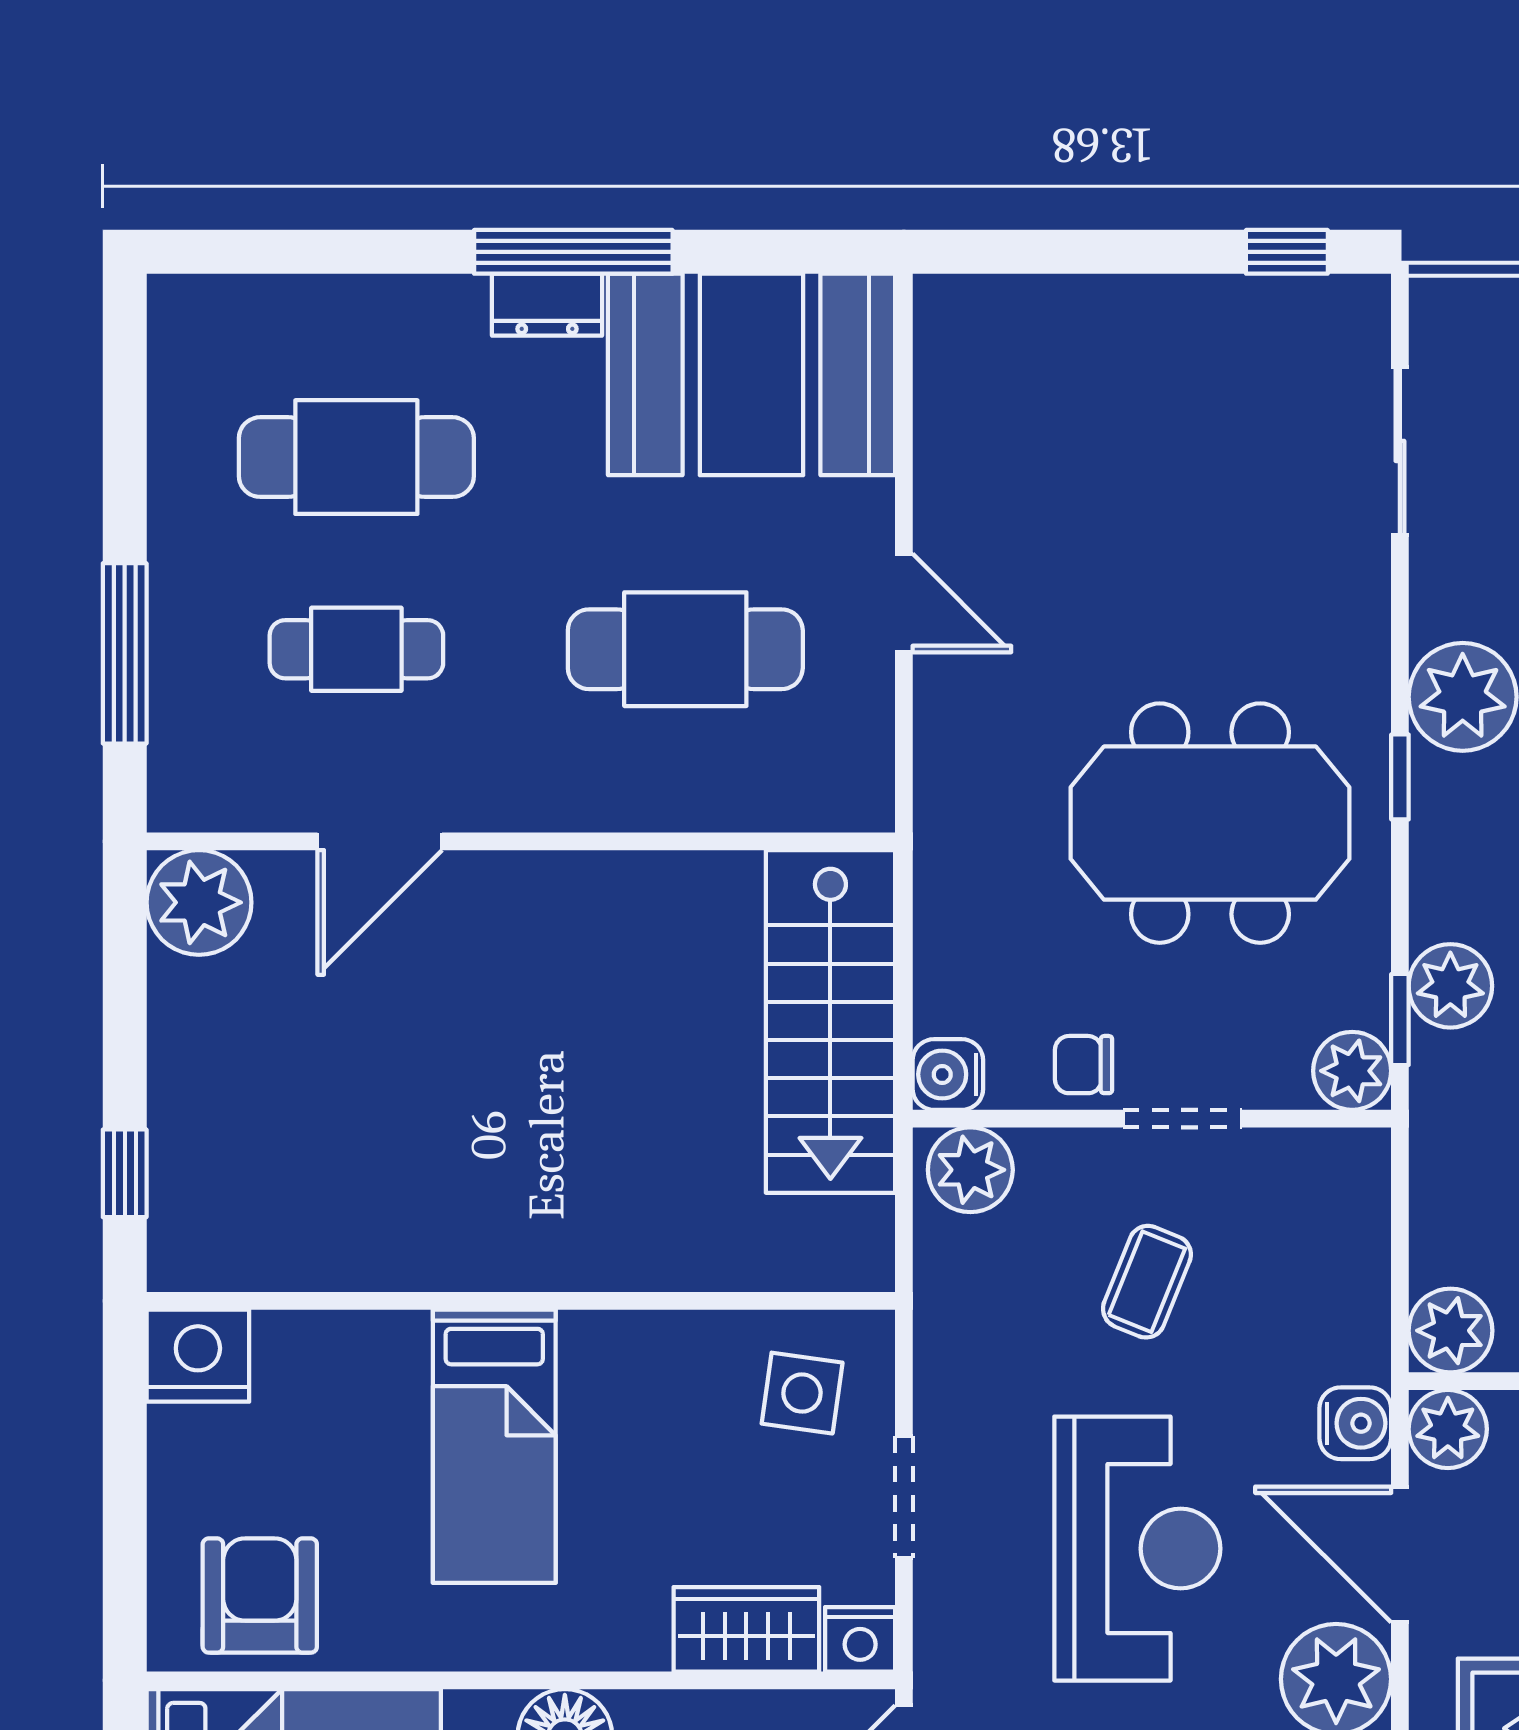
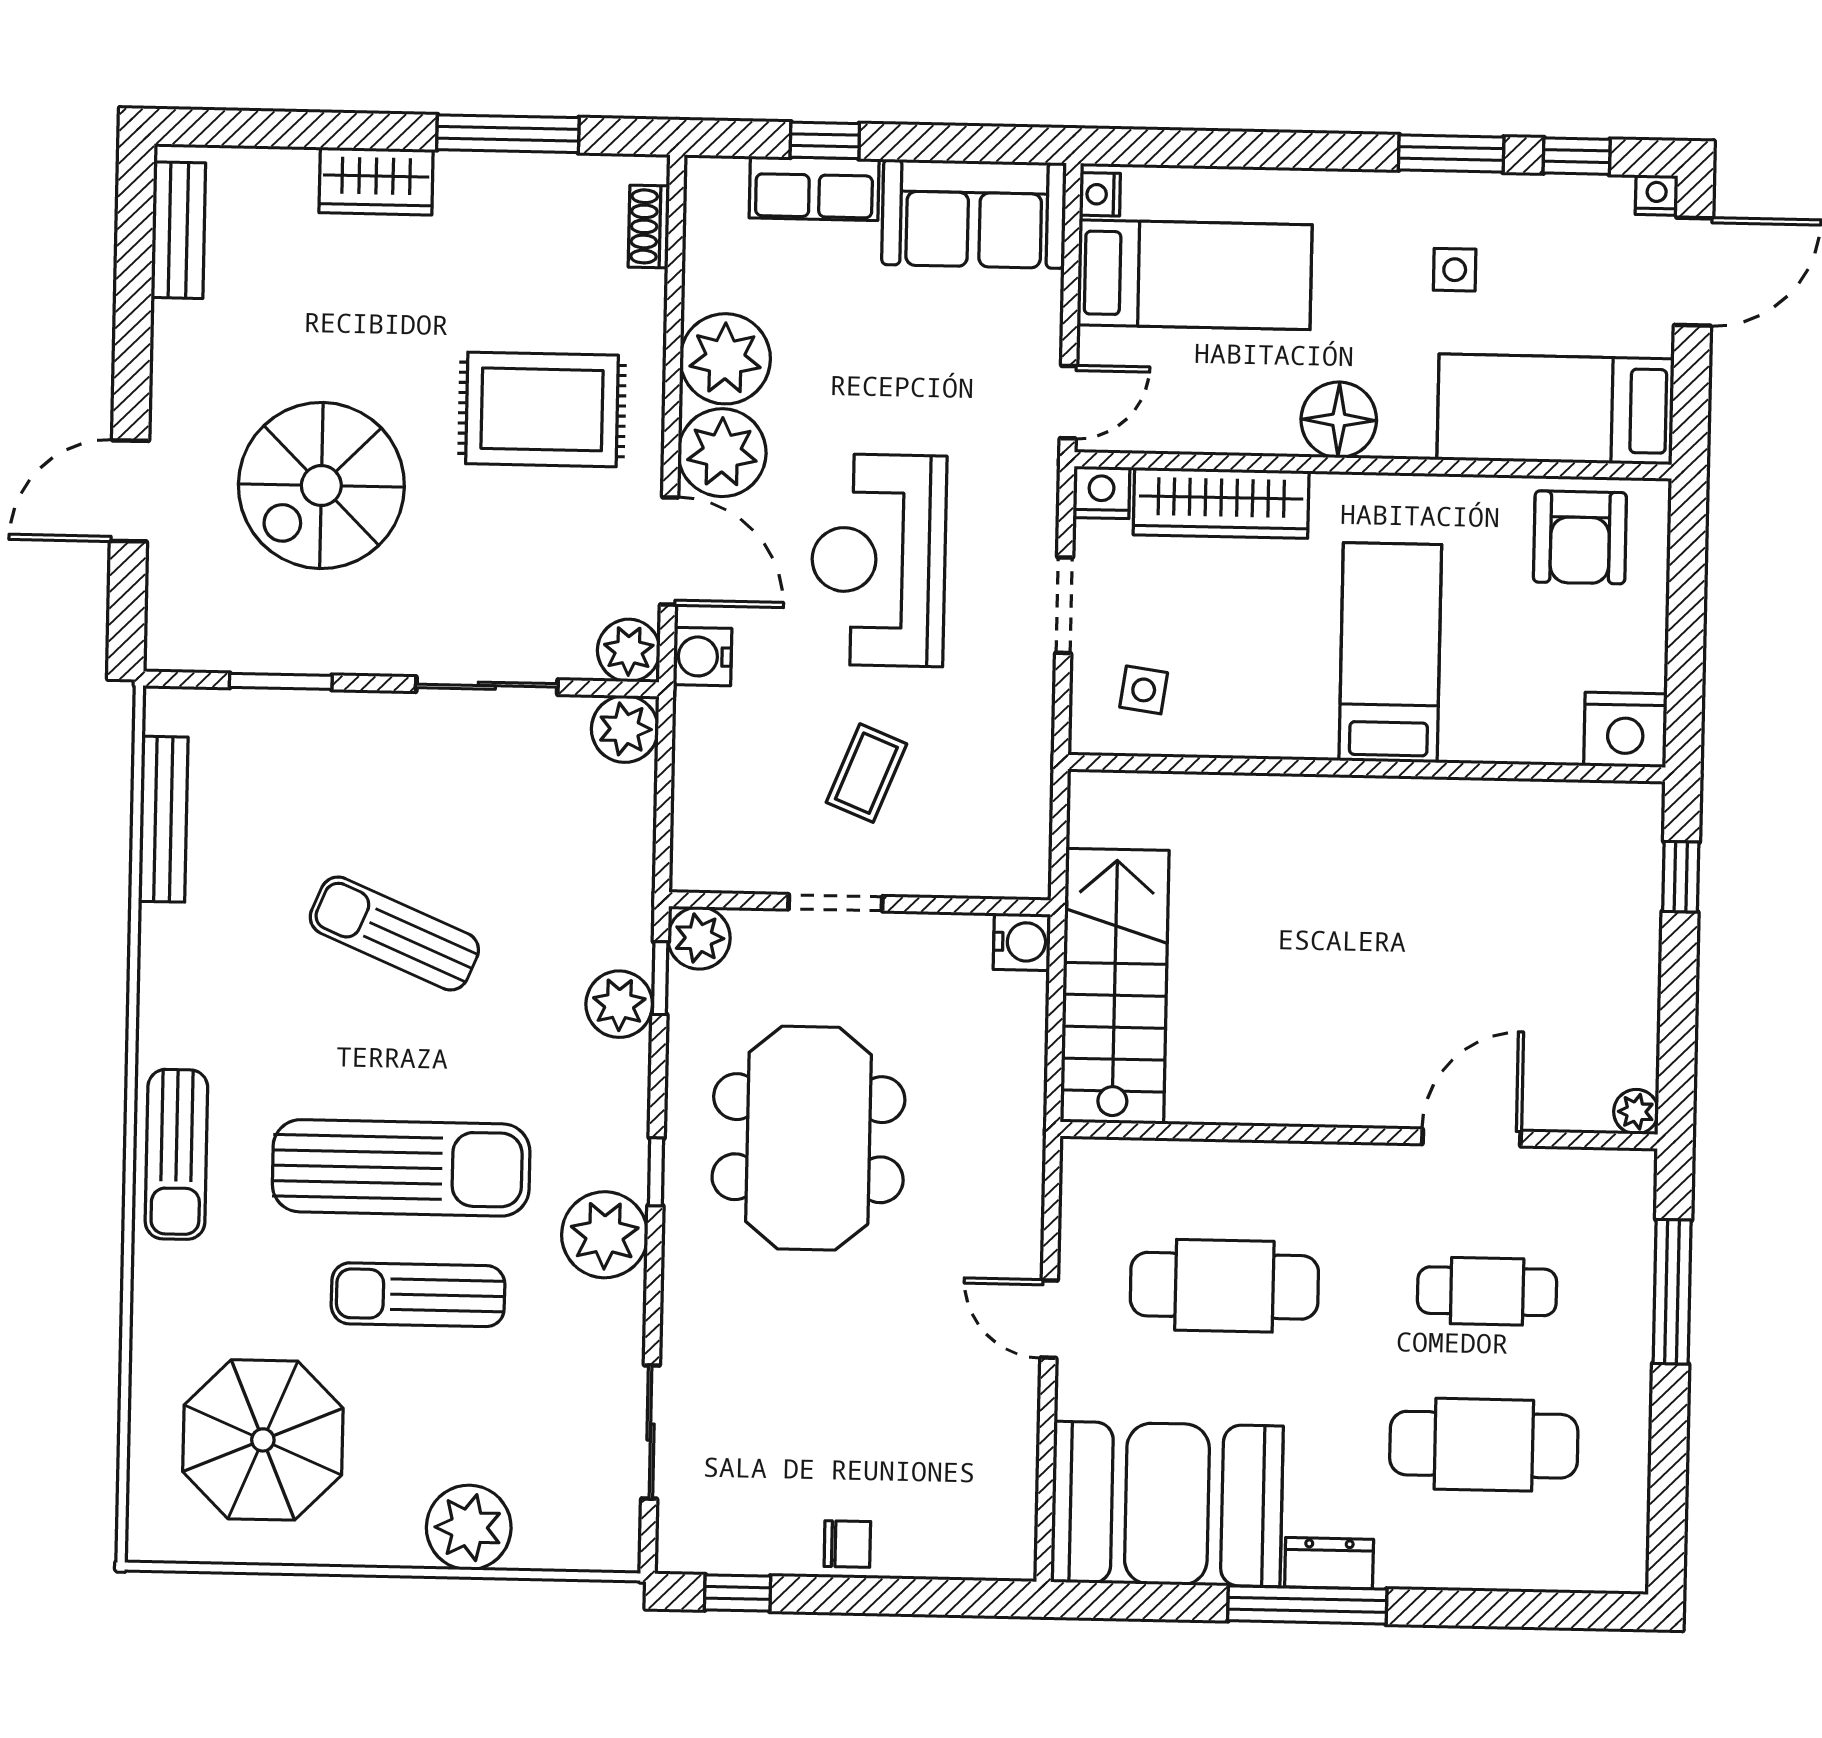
meeting table: (1210, 823) -> (808, 1138), turned 90
plant: (199, 902) -> (1636, 1112), width x0.53, depth x0.53
chair: (1084, 1065) -> (847, 1544), moved
plant: (970, 1170) -> (1006, 865), removed
side table: (802, 1393) -> (1144, 690), width x0.73, depth x0.73
wardrobe: (746, 1629) -> (1221, 503), width x1.50

